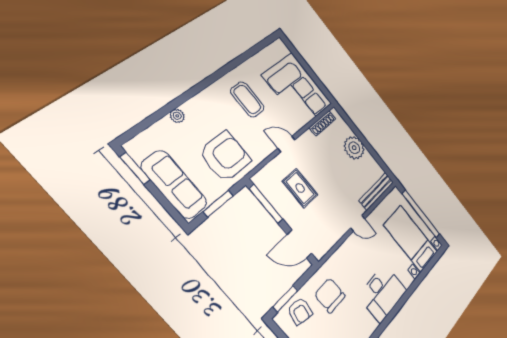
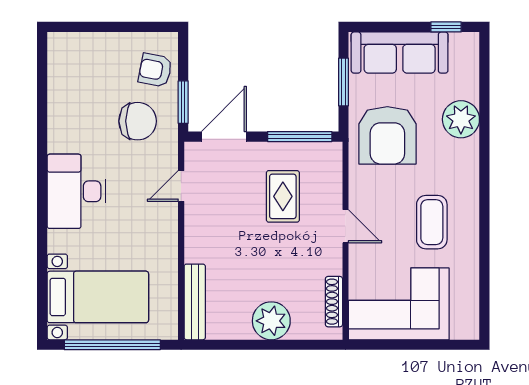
coffee table: (247, 99) -> (432, 222), turned 90
plant: (177, 116) -> (461, 119), width x1.88, depth x1.88
door: (286, 144) -> (345, 226), hinge flipped
window: (135, 168) -> (446, 27), width x0.67
rug: (300, 188) -> (283, 196), turned 90
door: (358, 223) -> (181, 186), moved
window: (285, 299) -> (183, 102), moved

